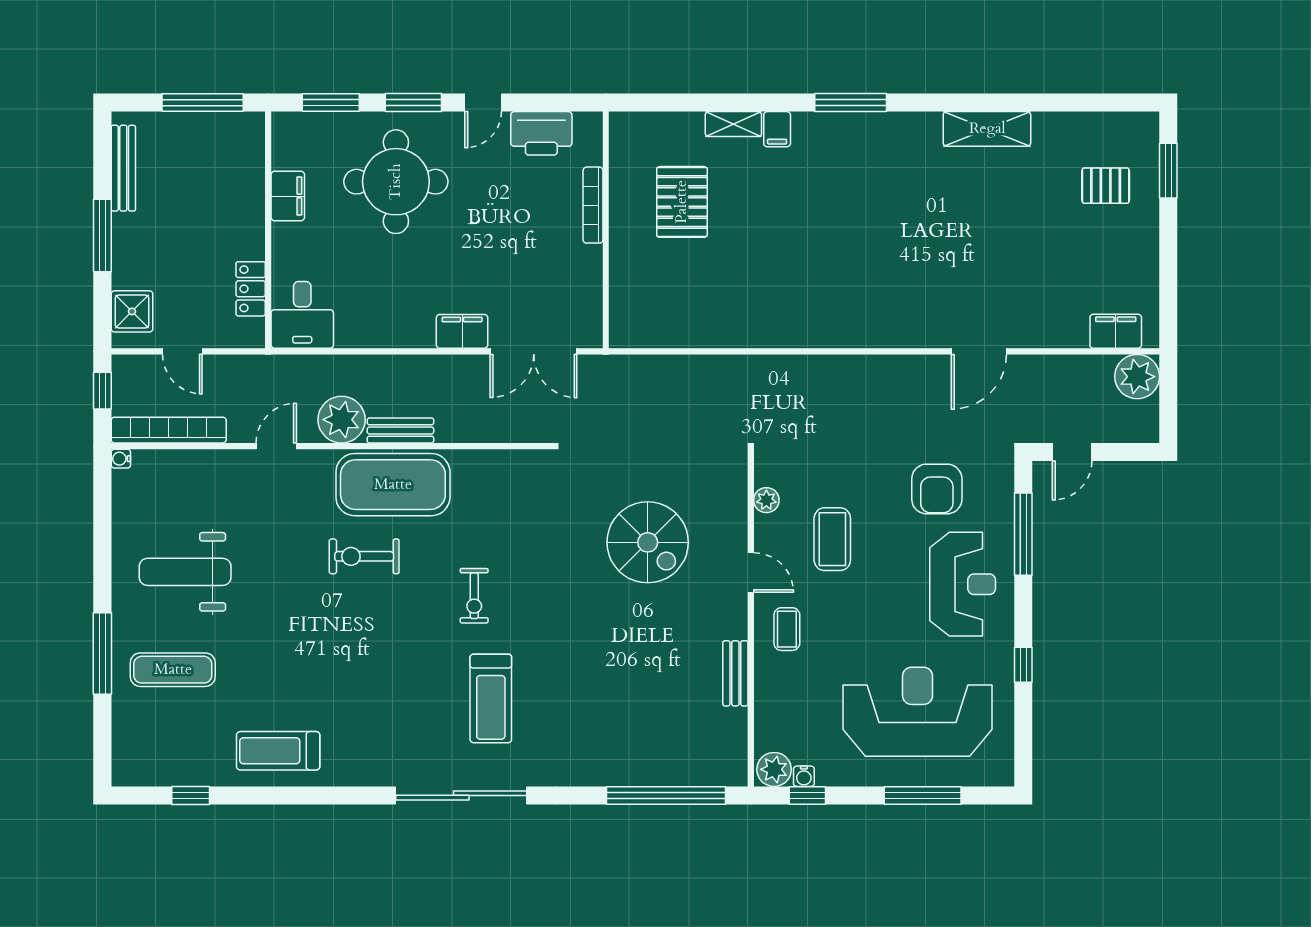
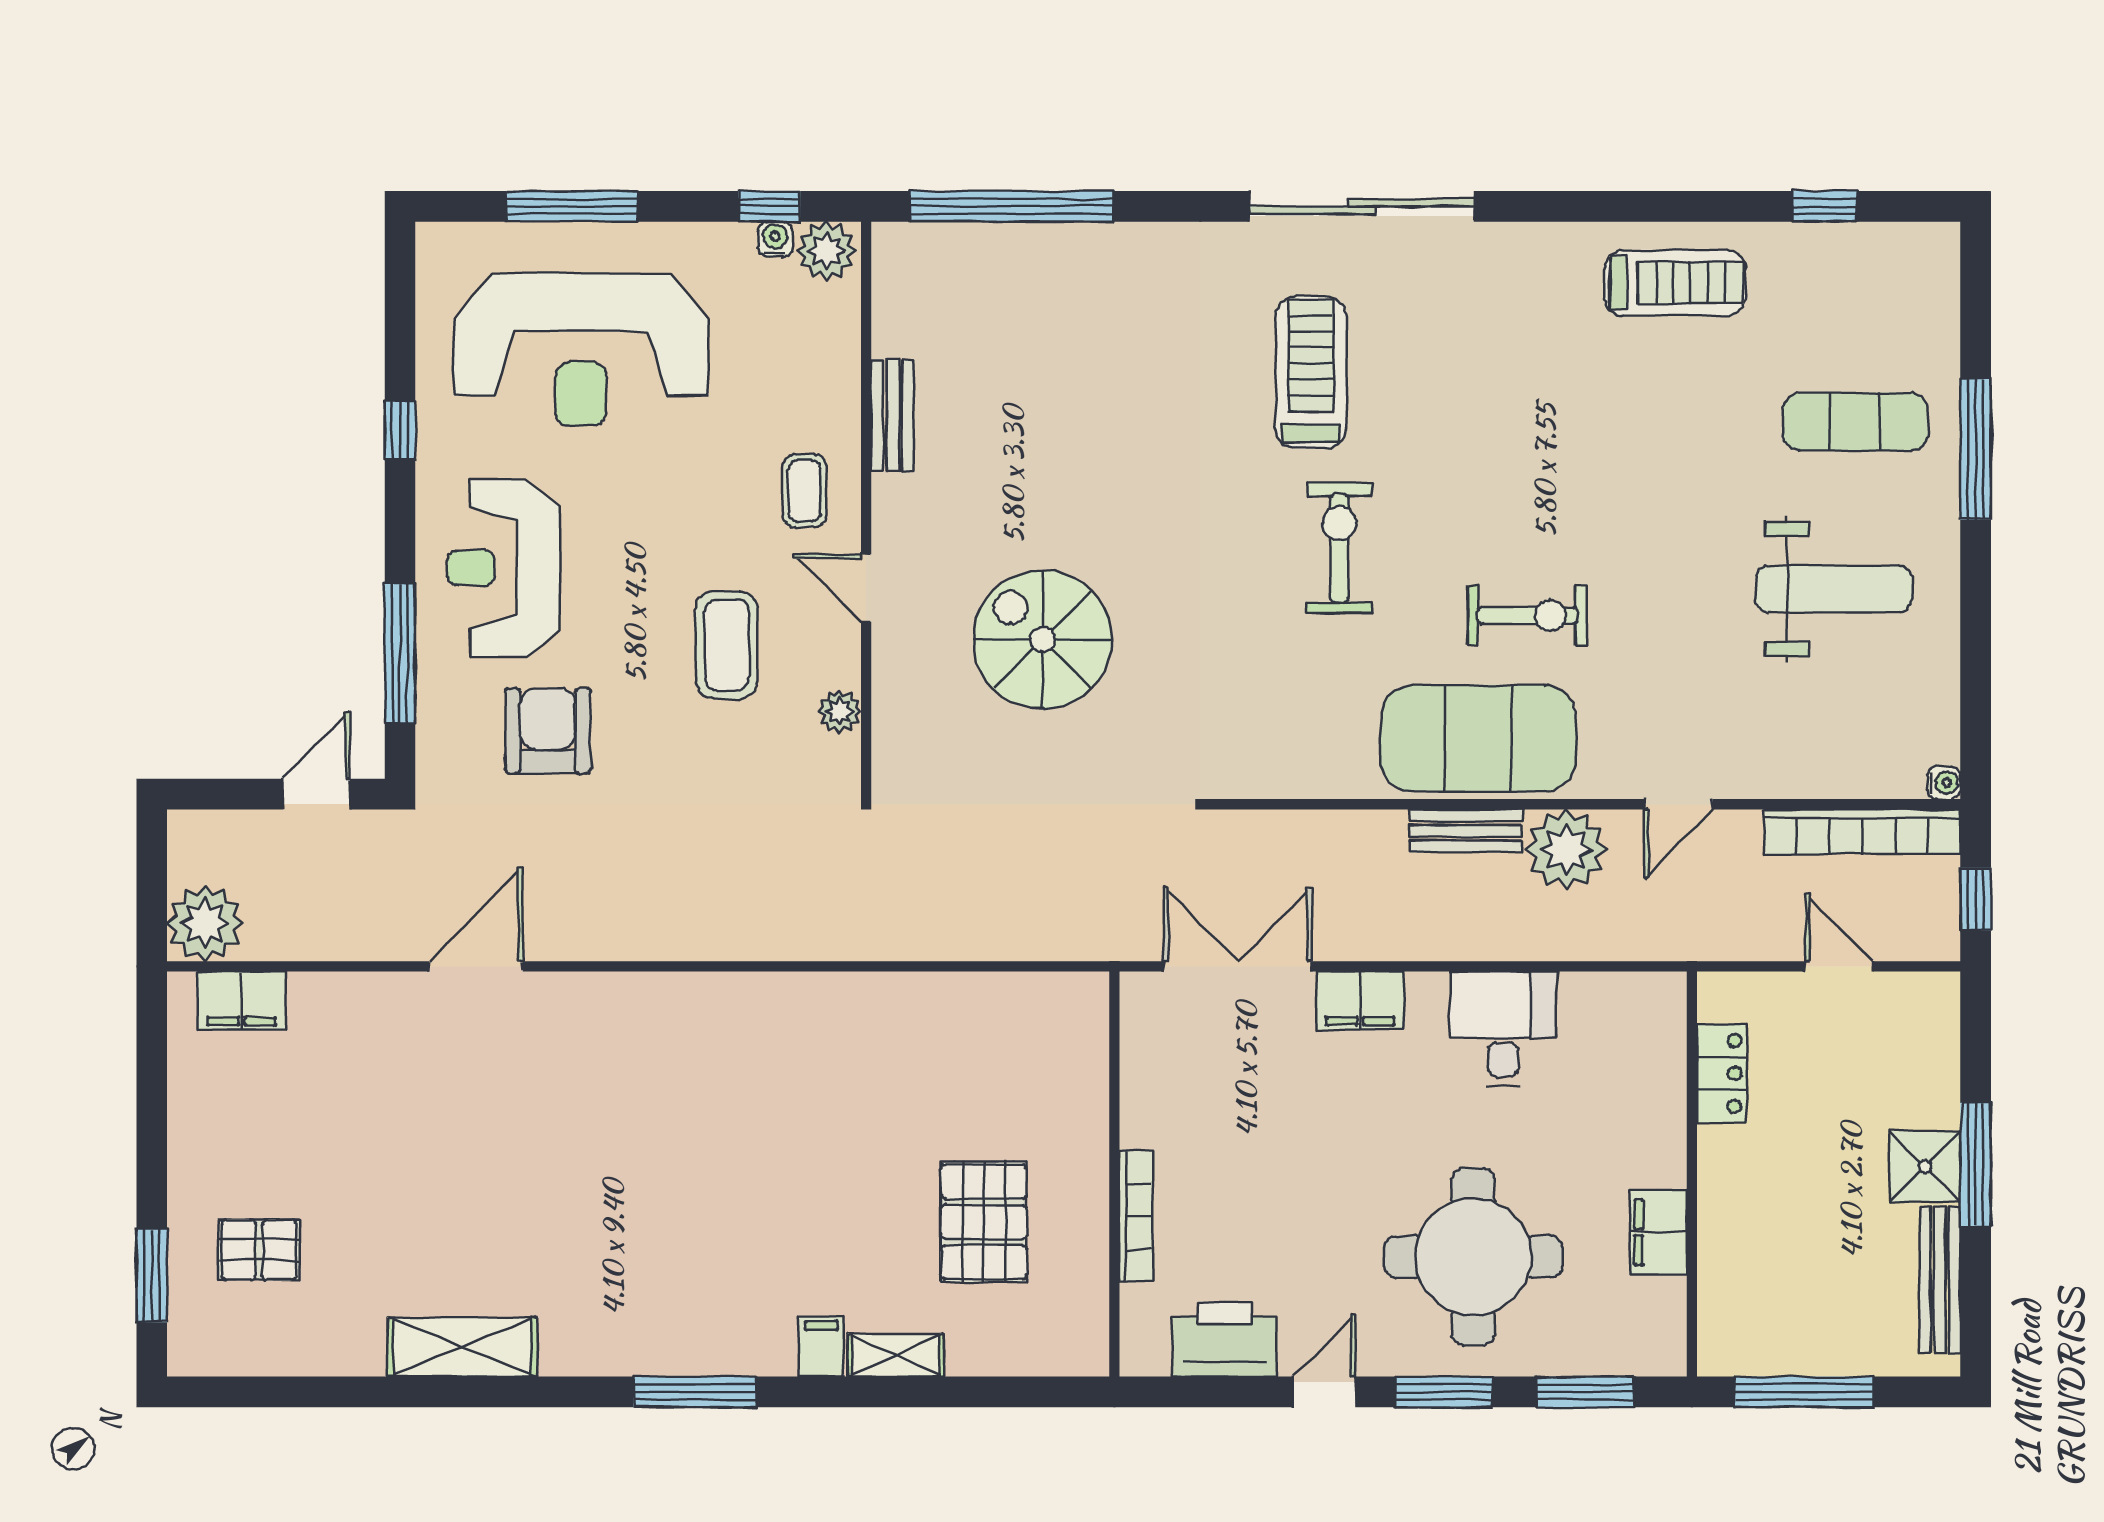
shower: (132, 311) -> (1925, 1167), moved
desk: (302, 315) -> (1503, 1029), moved
exercise bike: (474, 596) -> (1339, 548), width x1.38, depth x1.39

